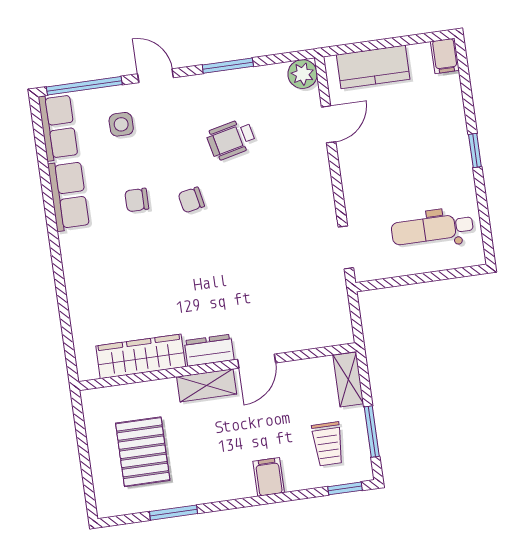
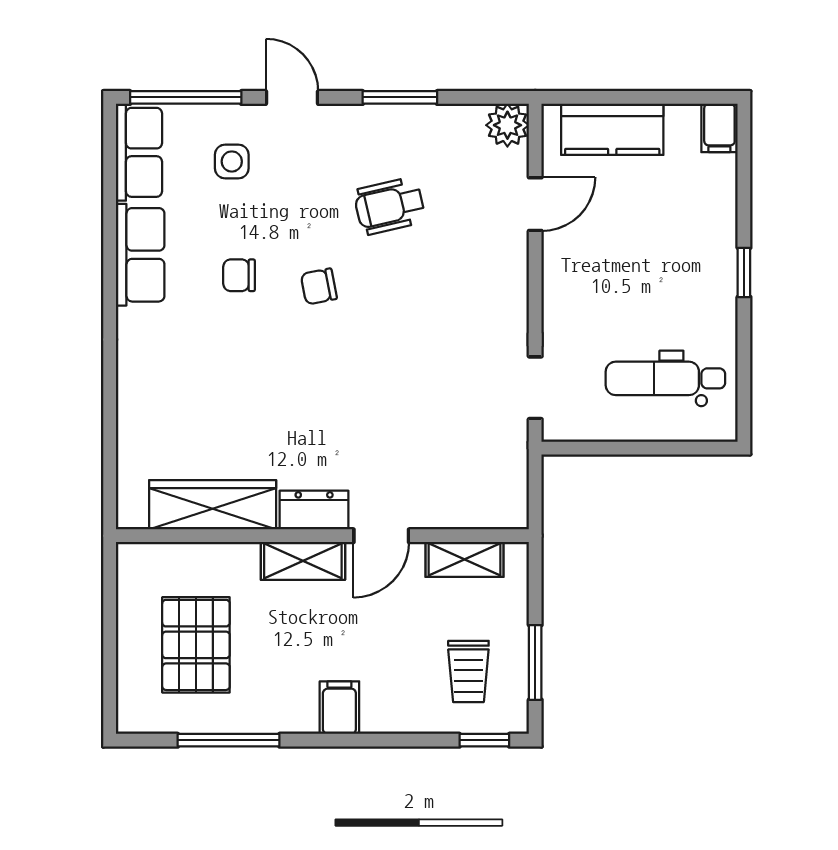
shelving: (348, 379) -> (465, 559), moved, turned 90
filing cabinet: (269, 477) -> (339, 708), moved
window: (174, 513) -> (229, 740), width x1.44

